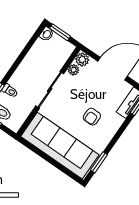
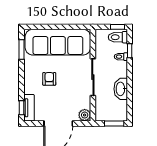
washbasin: (47, 34) -> (121, 89), moved, width x1.91, depth x1.45
plant: (73, 70) -> (86, 103), removed

